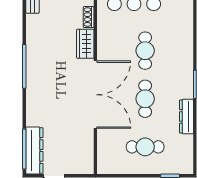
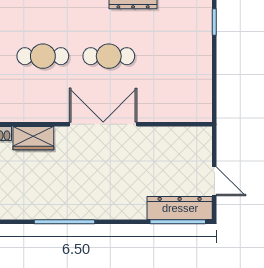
double door: (95, 95) -> (103, 124), width x0.73
cafe table: (145, 147) -> (175, 56), removed

